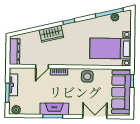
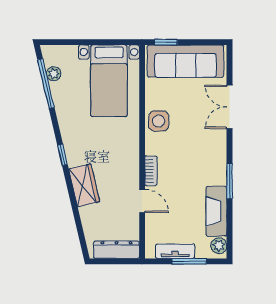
fireplace: (54, 109) -> (216, 211), moved

